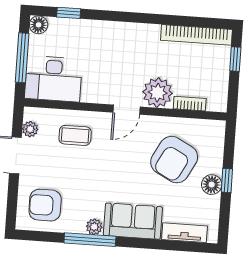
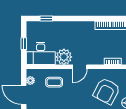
floor lamp: (39, 25) -> (31, 26), removed
window: (22, 58) -> (24, 44), width x0.46
plant: (158, 93) -> (64, 57), moved

